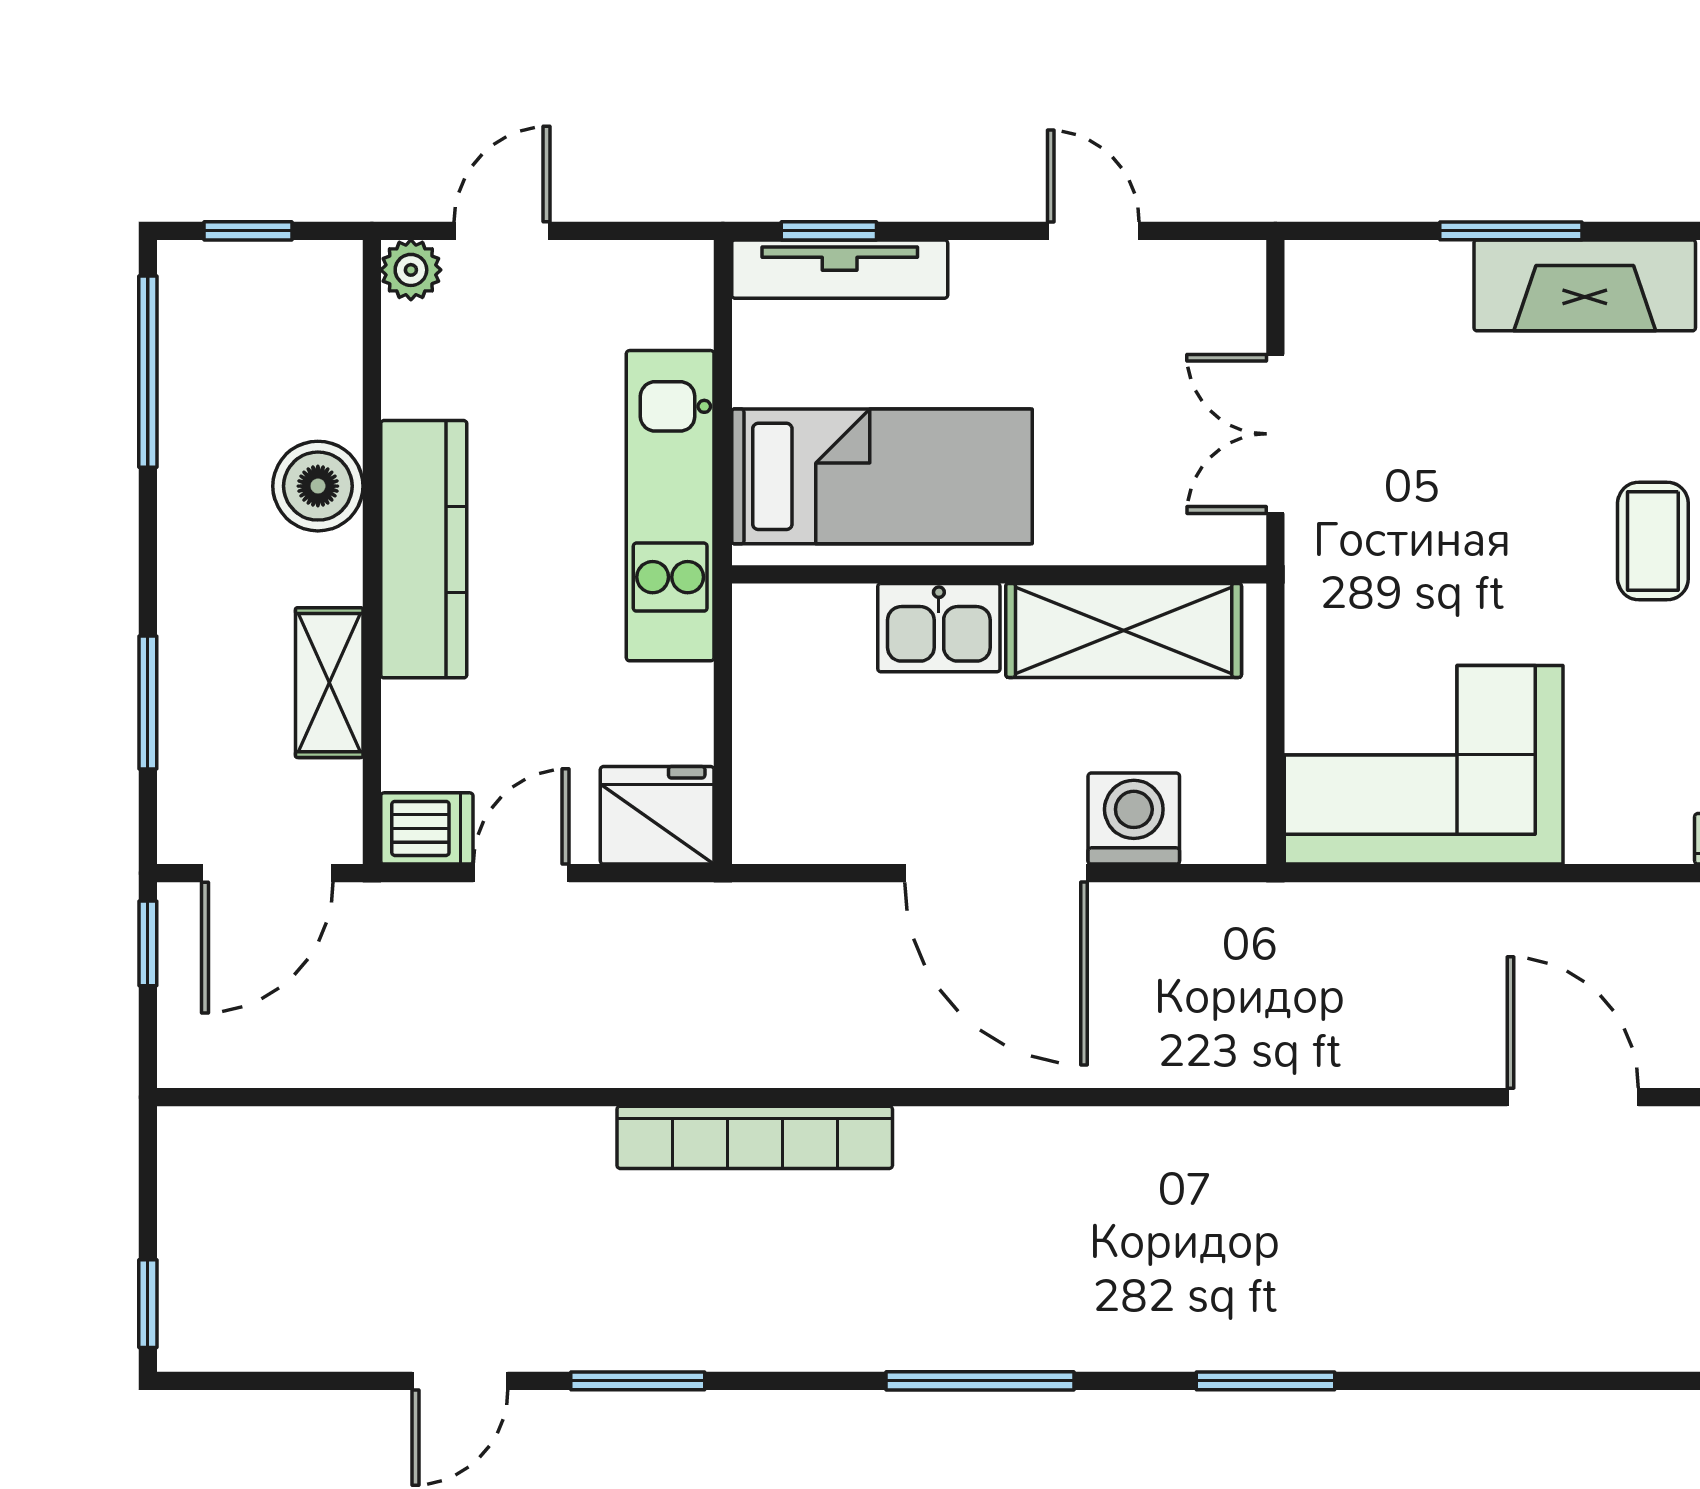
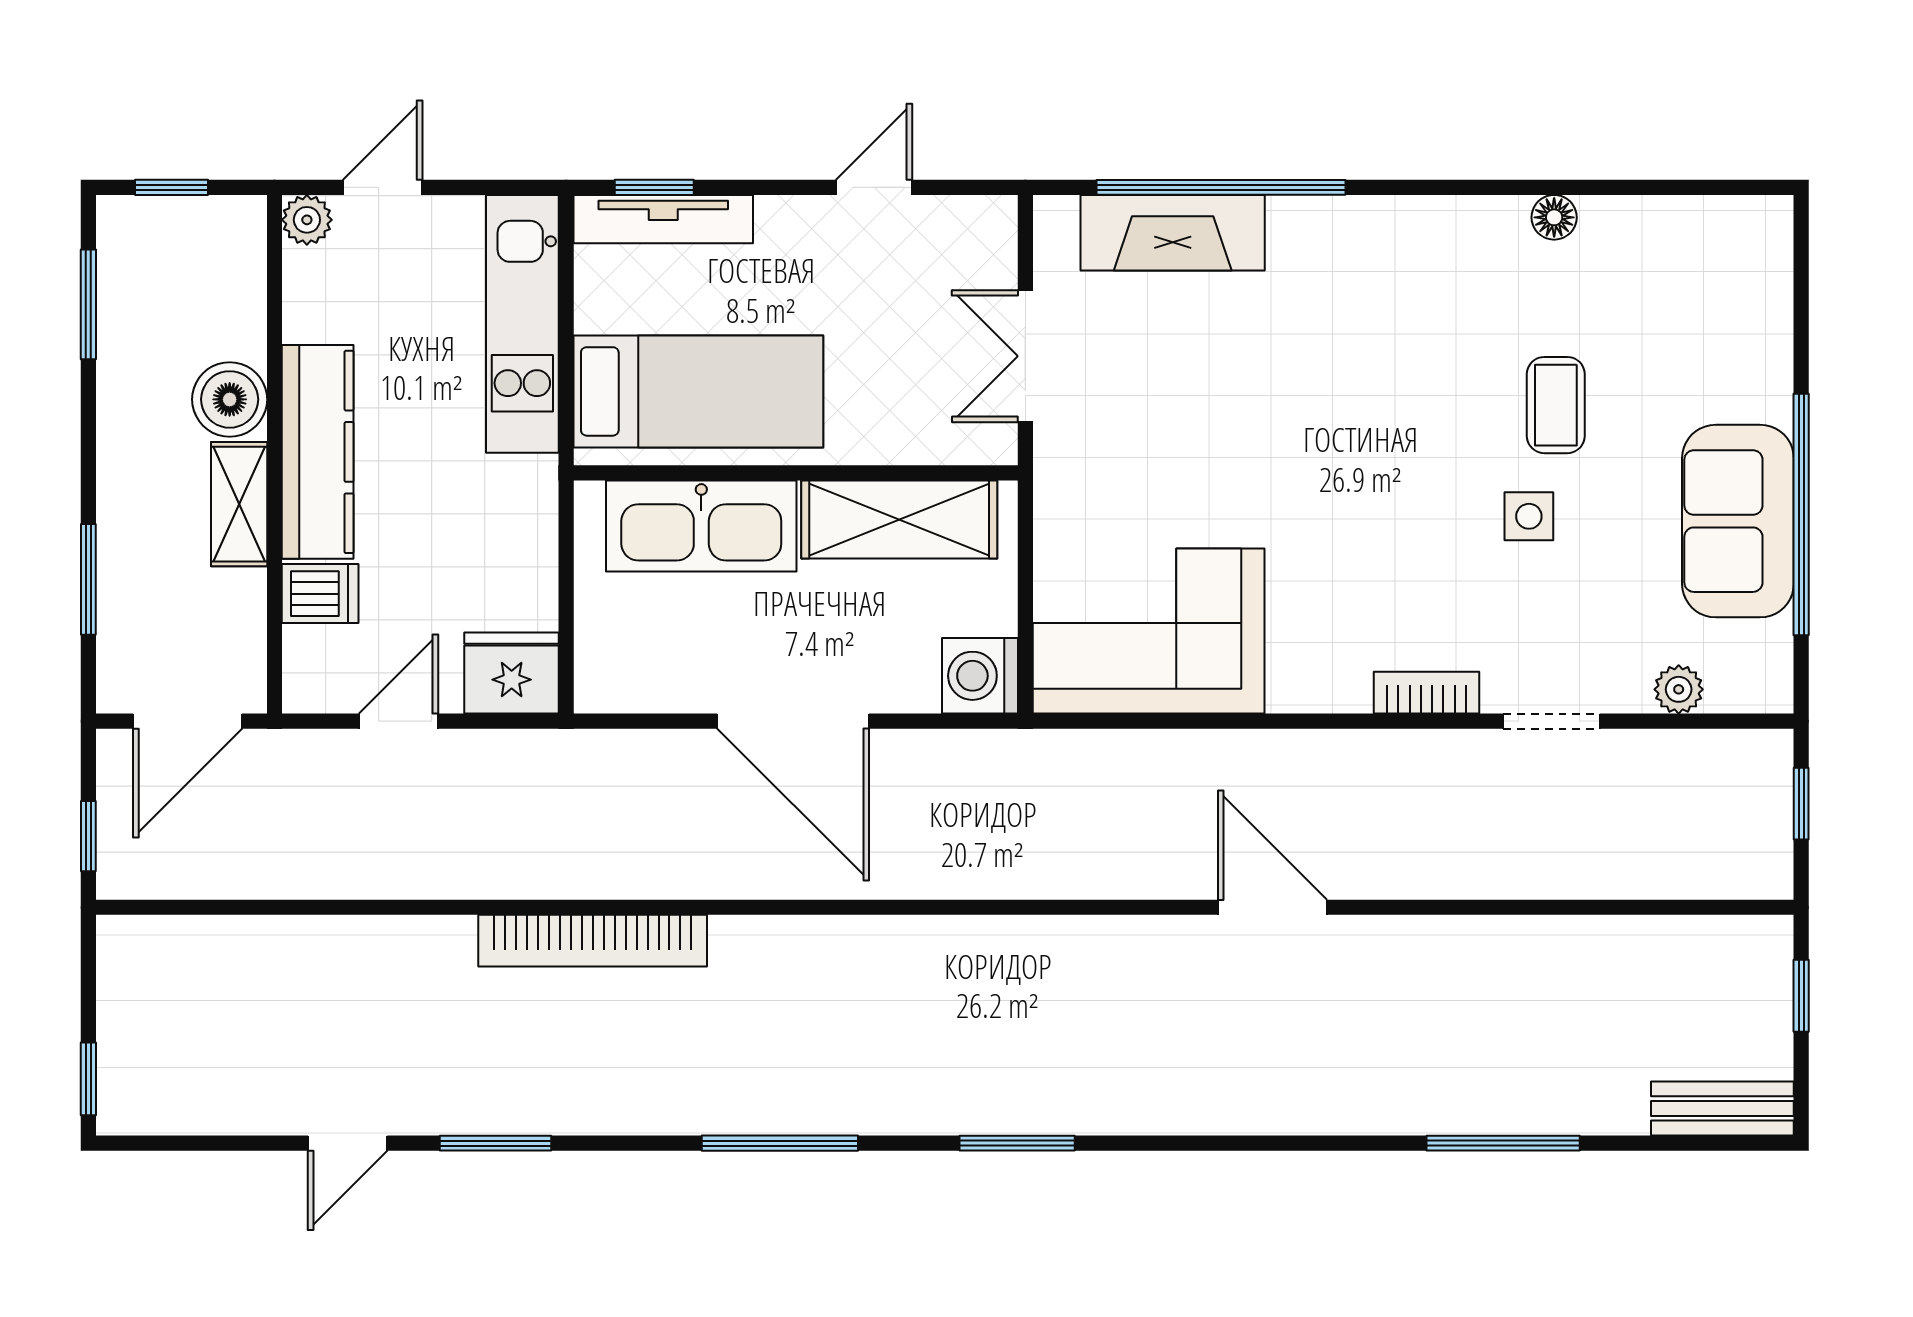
door: (1093, 231) -> (874, 187), hinge flipped
window: (1511, 231) -> (1221, 187), width x2.11
fireplace: (1585, 285) -> (1173, 233), moved
window: (148, 372) -> (88, 304), width x0.69
kitchen unit: (670, 506) -> (522, 324), moved
coffee table: (1653, 541) -> (1339, 445), removed
kitchen sink: (939, 628) -> (701, 526), width x1.88, depth x1.24
shelving: (329, 683) -> (239, 504), moved
washing machine: (1134, 819) -> (980, 676), moved, turned -90
dishwasher: (427, 828) -> (320, 594), moved
window: (148, 943) -> (88, 836), moved

